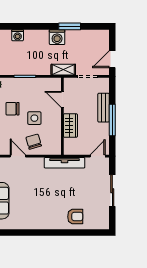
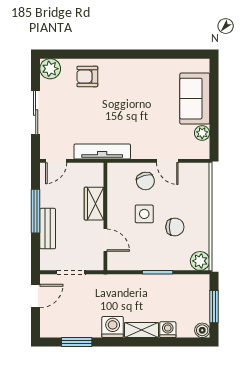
window: (70, 26) -> (77, 342), moved
shelving: (63, 70) -> (141, 330), moved
plant: (102, 222) -> (50, 69), added

